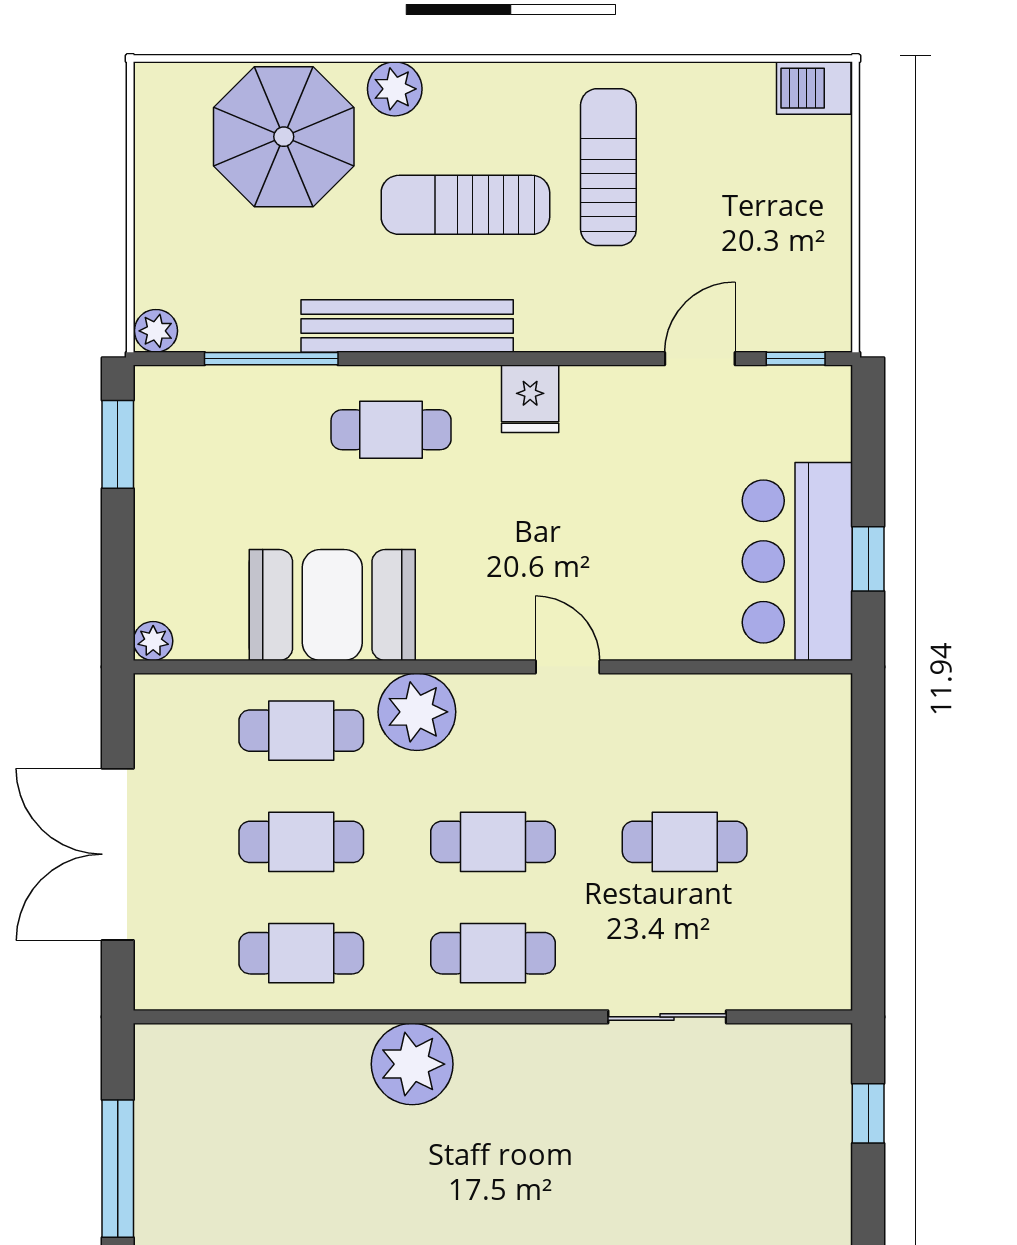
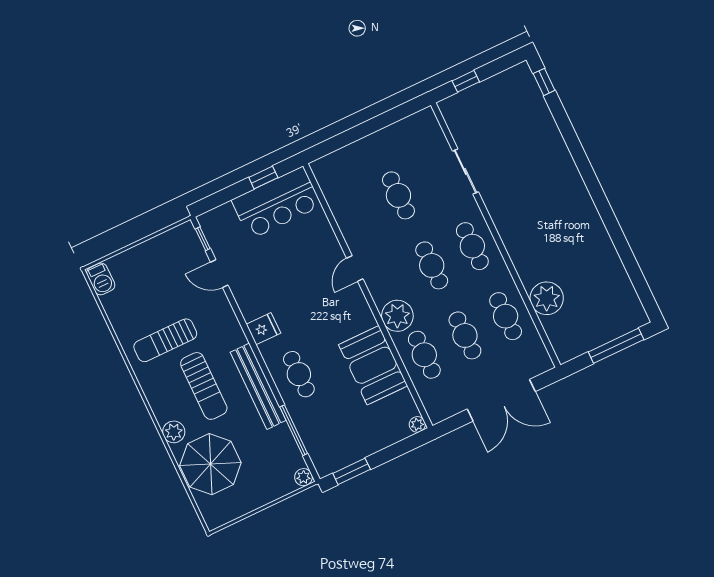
plant: (412, 1064) -> (547, 298), moved

